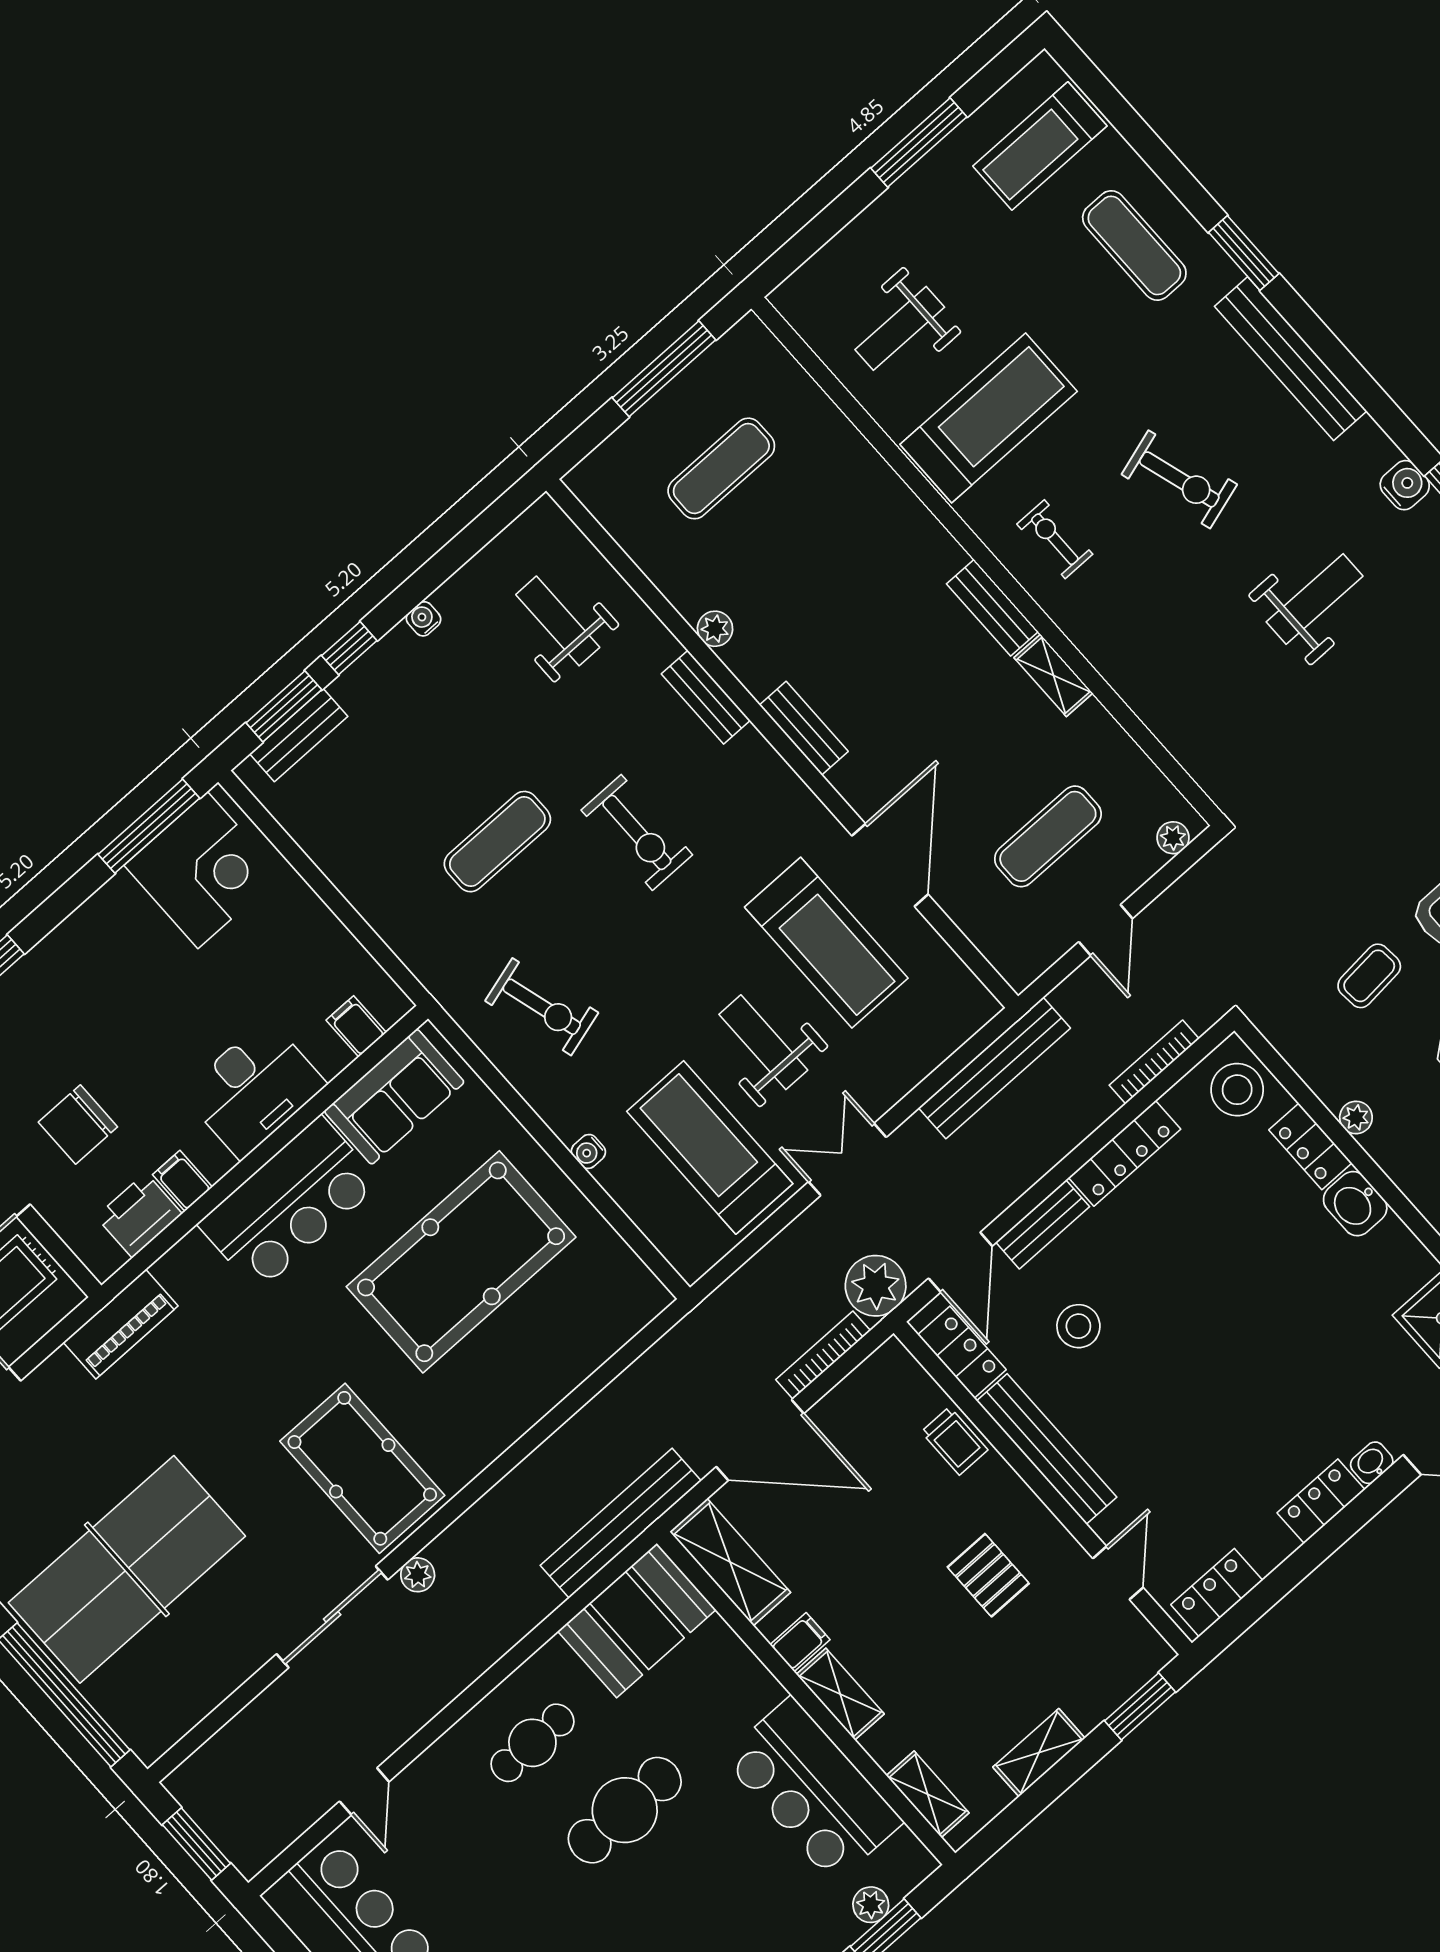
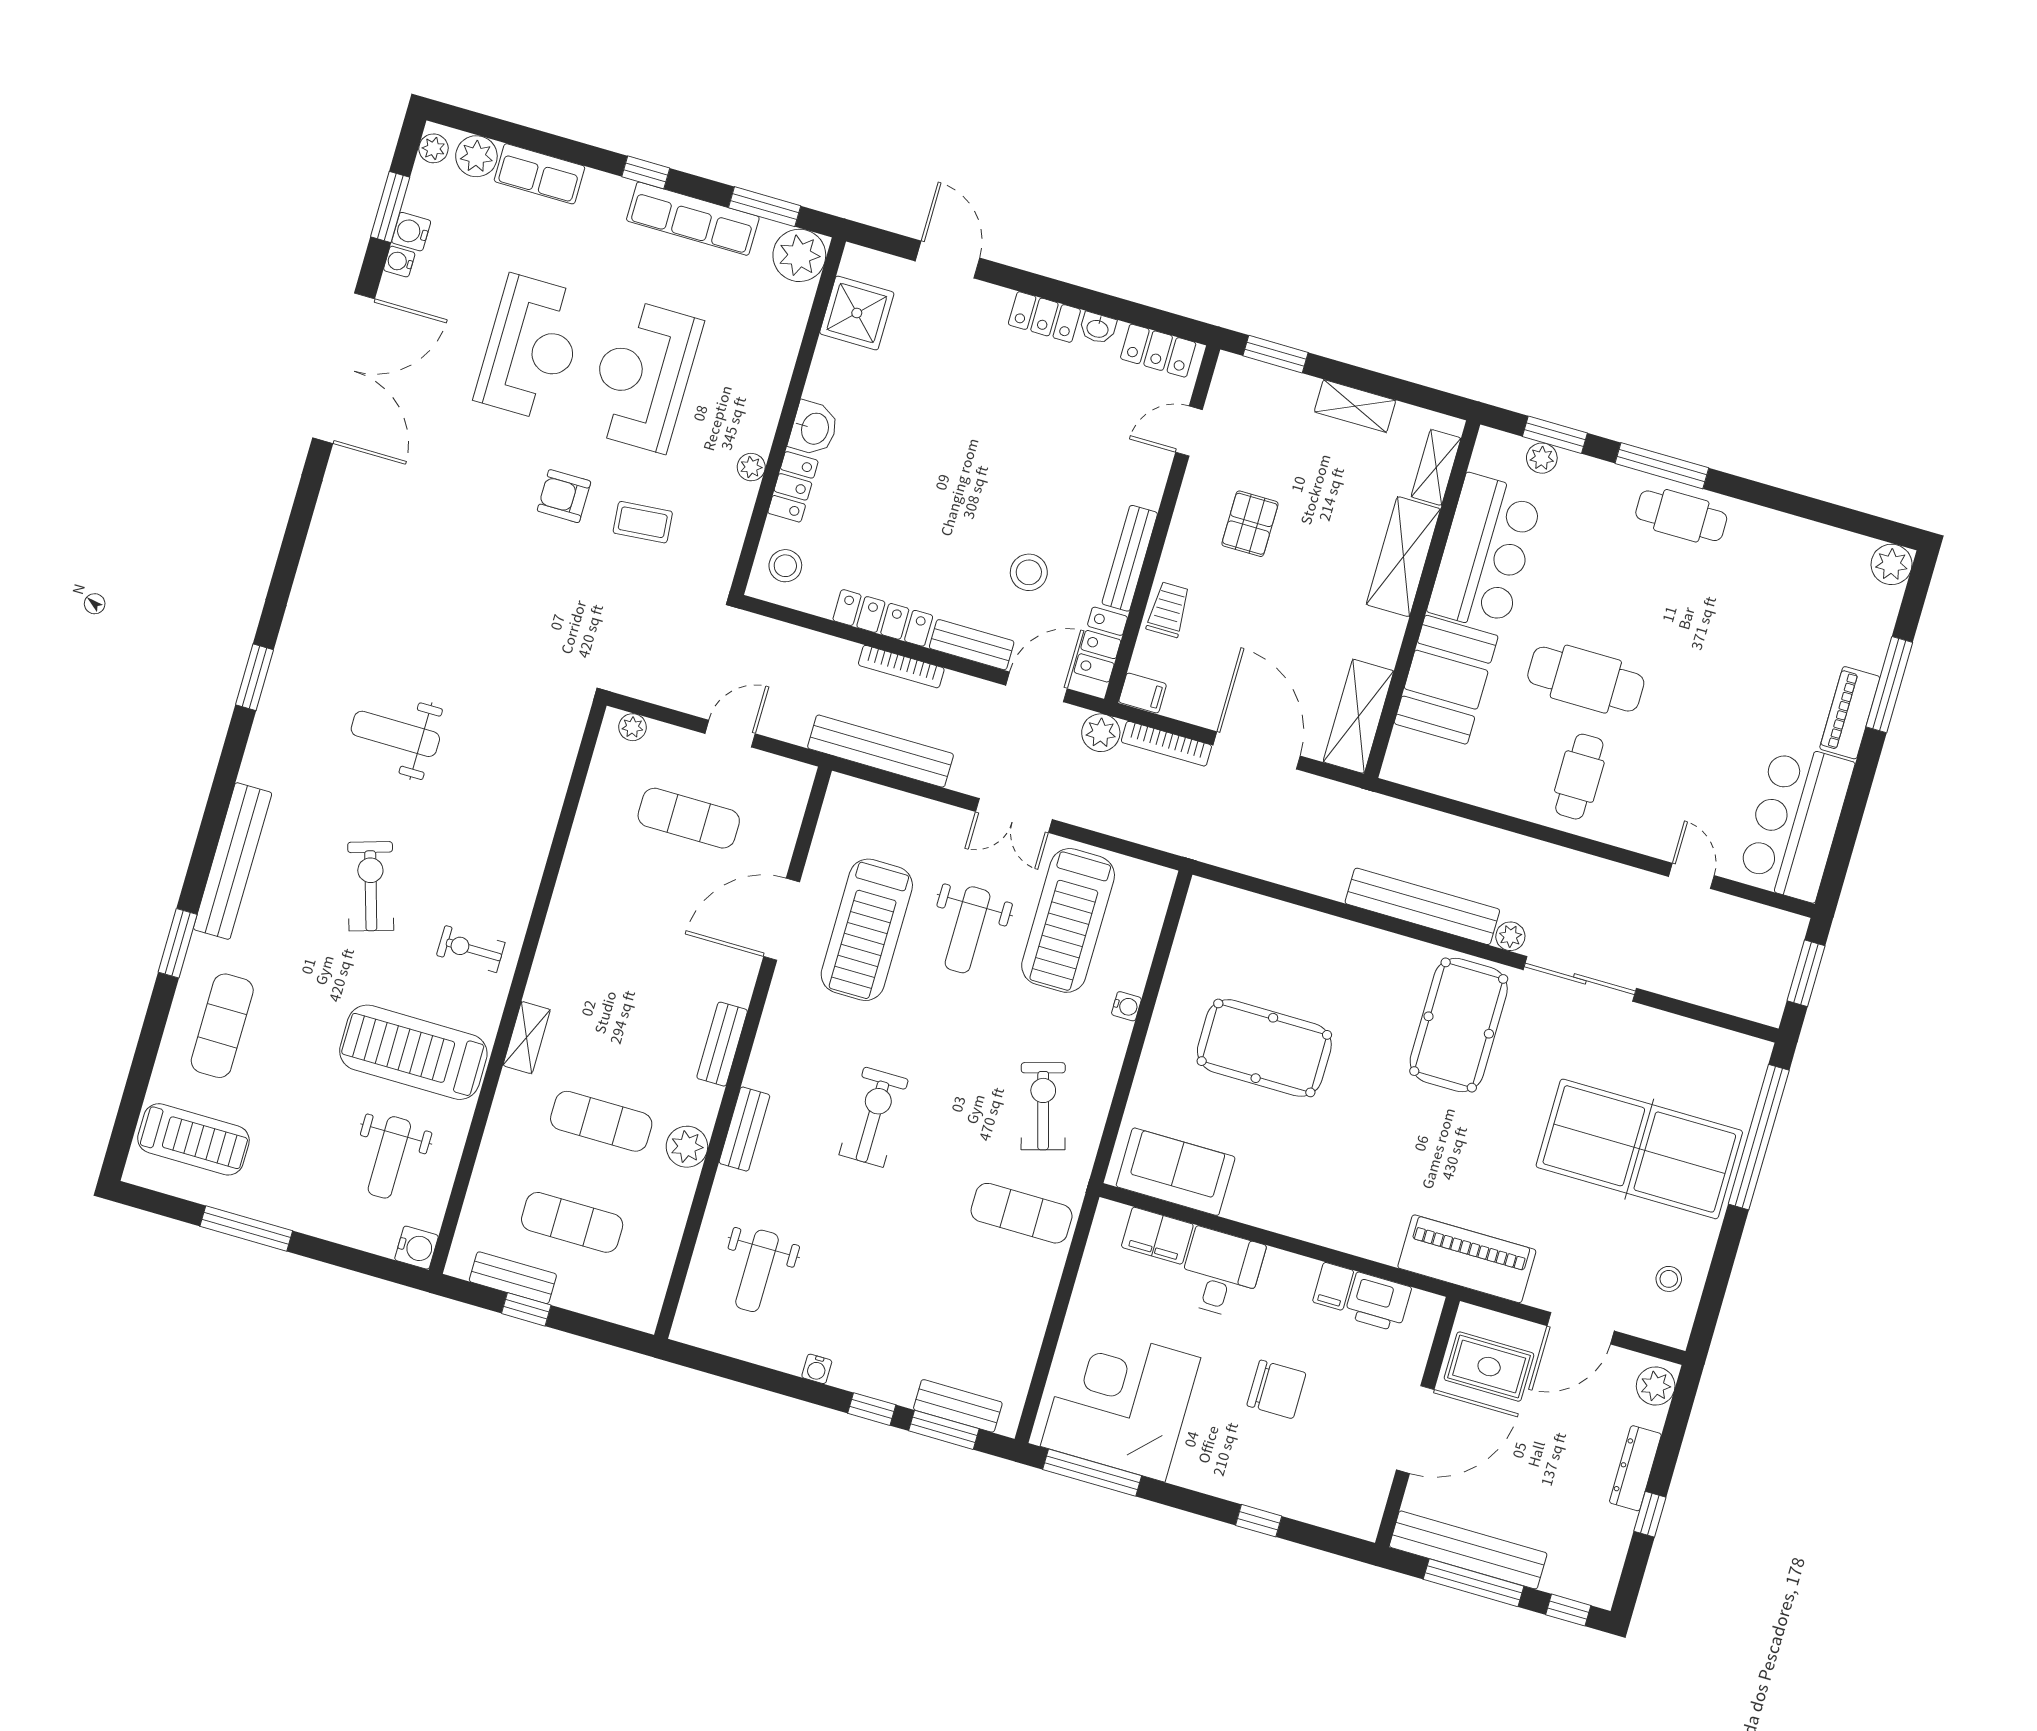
weight bench: (900, 328) -> (389, 1157), turned 90
window: (664, 369) -> (526, 1309), width x0.46
water cooler: (1405, 485) -> (416, 1248), moved, turned 180
exercise bike: (1055, 539) -> (471, 949), turned 90
exercise mat: (803, 560) -> (601, 1121), added
bench: (992, 608) -> (513, 1278), moved, turned 90
plant: (715, 629) -> (687, 1147), width x1.38, depth x1.38
shelving: (1053, 675) -> (527, 1038), moved
exercise mat: (497, 842) -> (1022, 1213), moved
corner desk: (203, 870) -> (1121, 1402), width x1.36, depth x1.36
treadmill: (826, 943) -> (867, 930), turned 180
filing cabinet: (356, 1026) -> (1157, 1236), width x2.00
bookcase: (1154, 1062) -> (901, 667), moved
desk: (254, 1089) -> (1221, 1273), width x0.73
stool: (1237, 1090) -> (785, 566), width x0.73, depth x0.73
chair: (78, 1125) -> (1276, 1389), moved
bar counter: (289, 1204) -> (1301, 1199), removed
pool table: (461, 1262) -> (1264, 1048), width x0.73, depth x0.76
plant: (876, 1286) -> (1101, 733), width x0.73, depth x0.73
piano: (121, 1324) -> (1467, 1259), width x1.37, depth x1.33
bench: (1047, 1449) -> (1130, 558), width x0.73, depth x0.82
washbasin: (1372, 1463) -> (1098, 328), moved
bench: (621, 1523) -> (1422, 906), moved
booth: (637, 1620) -> (1446, 680), moved, turned 90
filing cabinet: (800, 1642) -> (1143, 693), moved, turned 180
shelving: (840, 1694) -> (1403, 557), width x1.50, depth x1.33
cafe table: (532, 1743) -> (1579, 777), turned 90
door: (364, 1791) -> (1691, 876), hinge flipped

